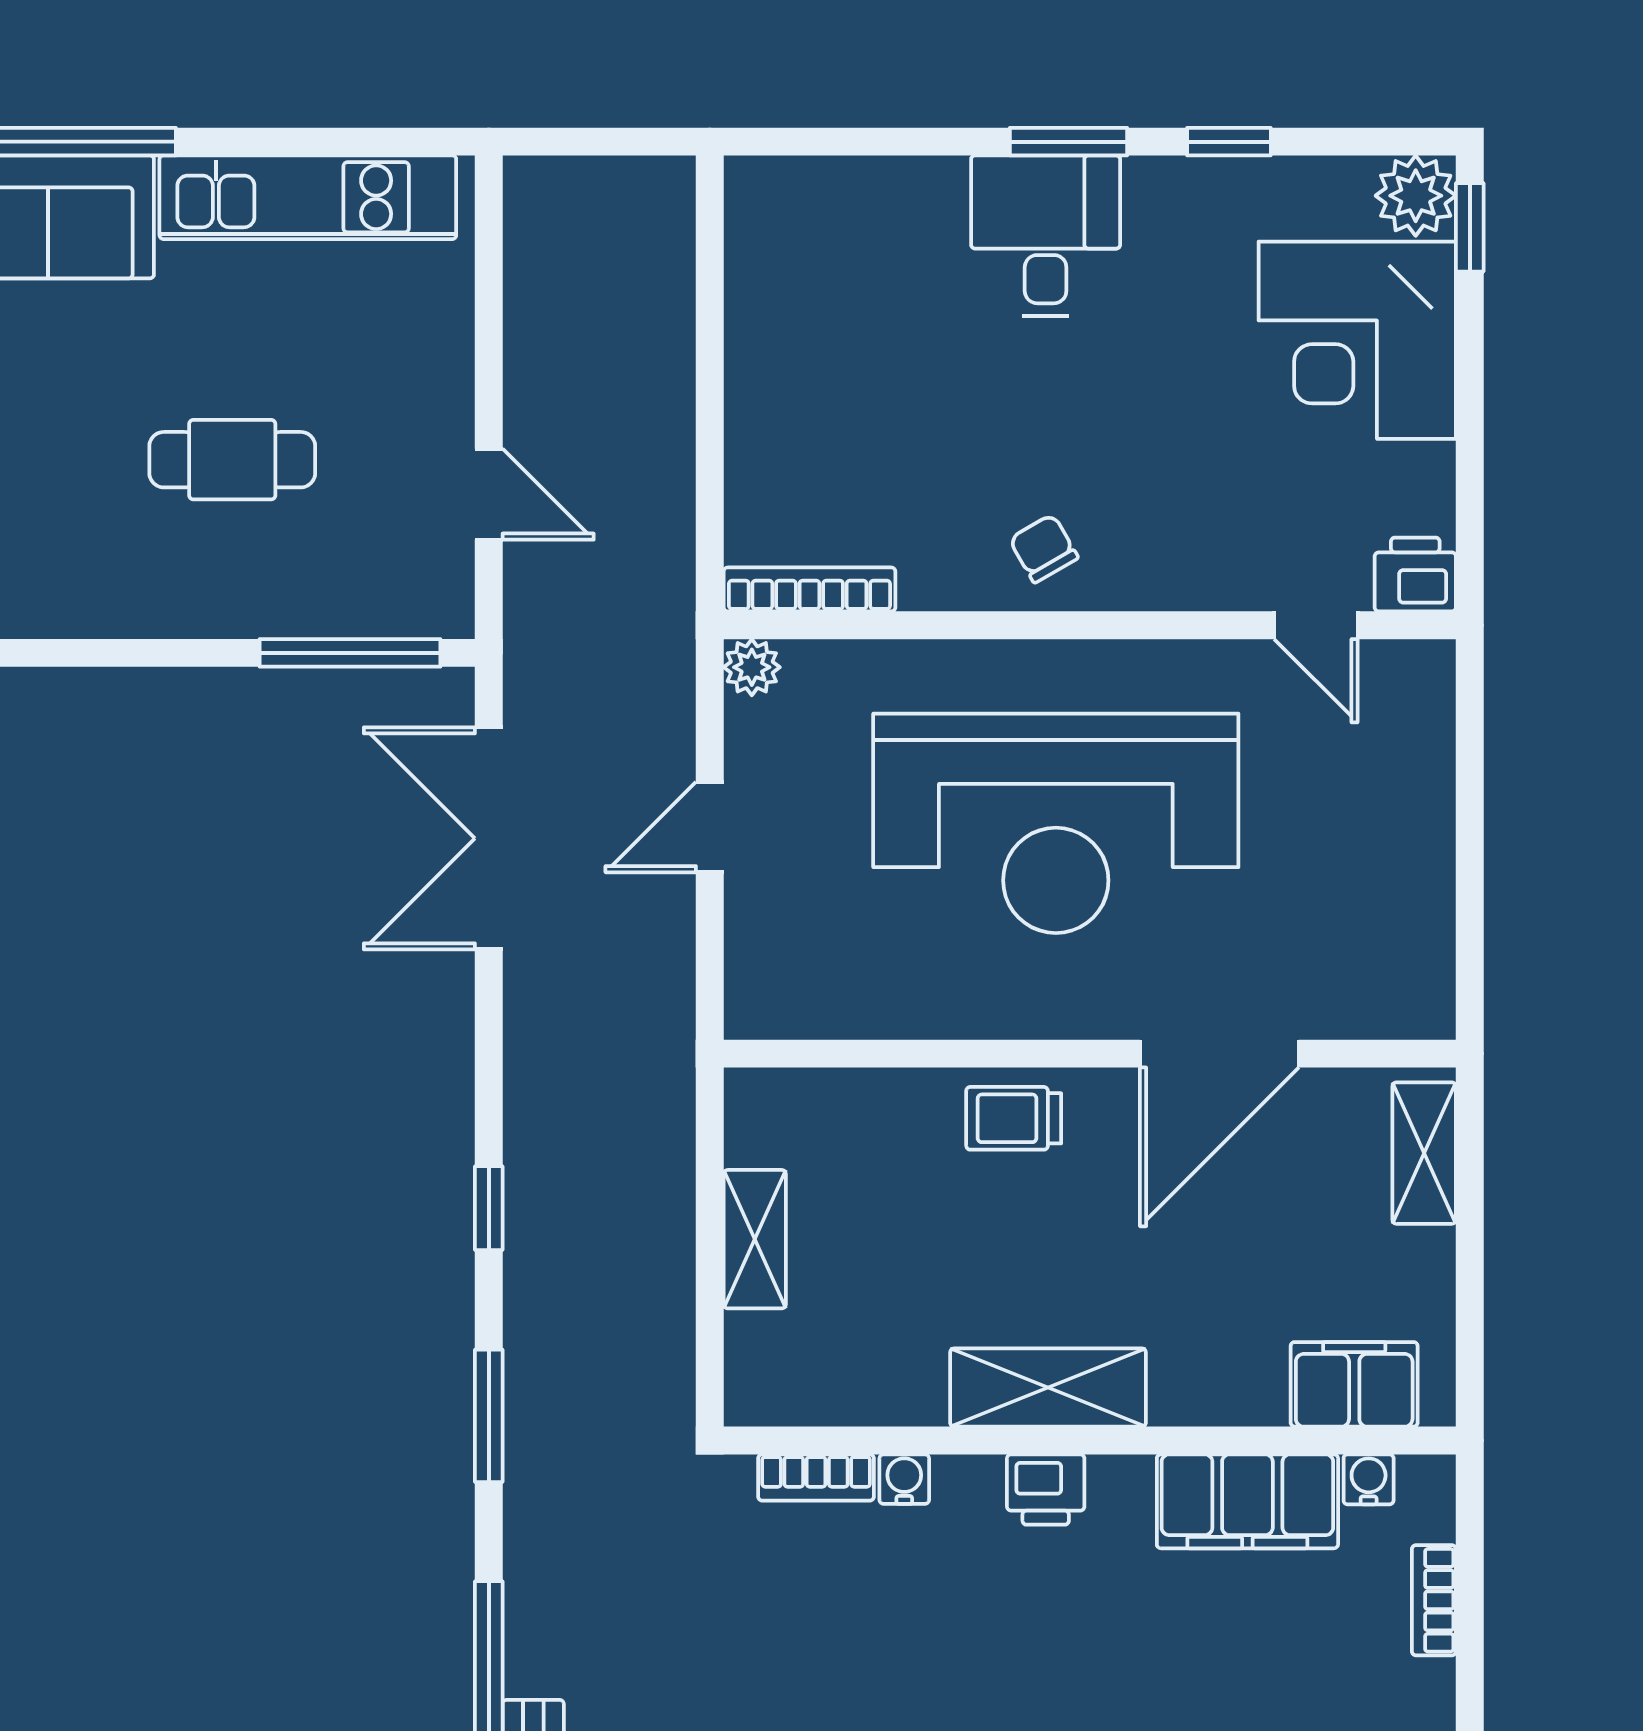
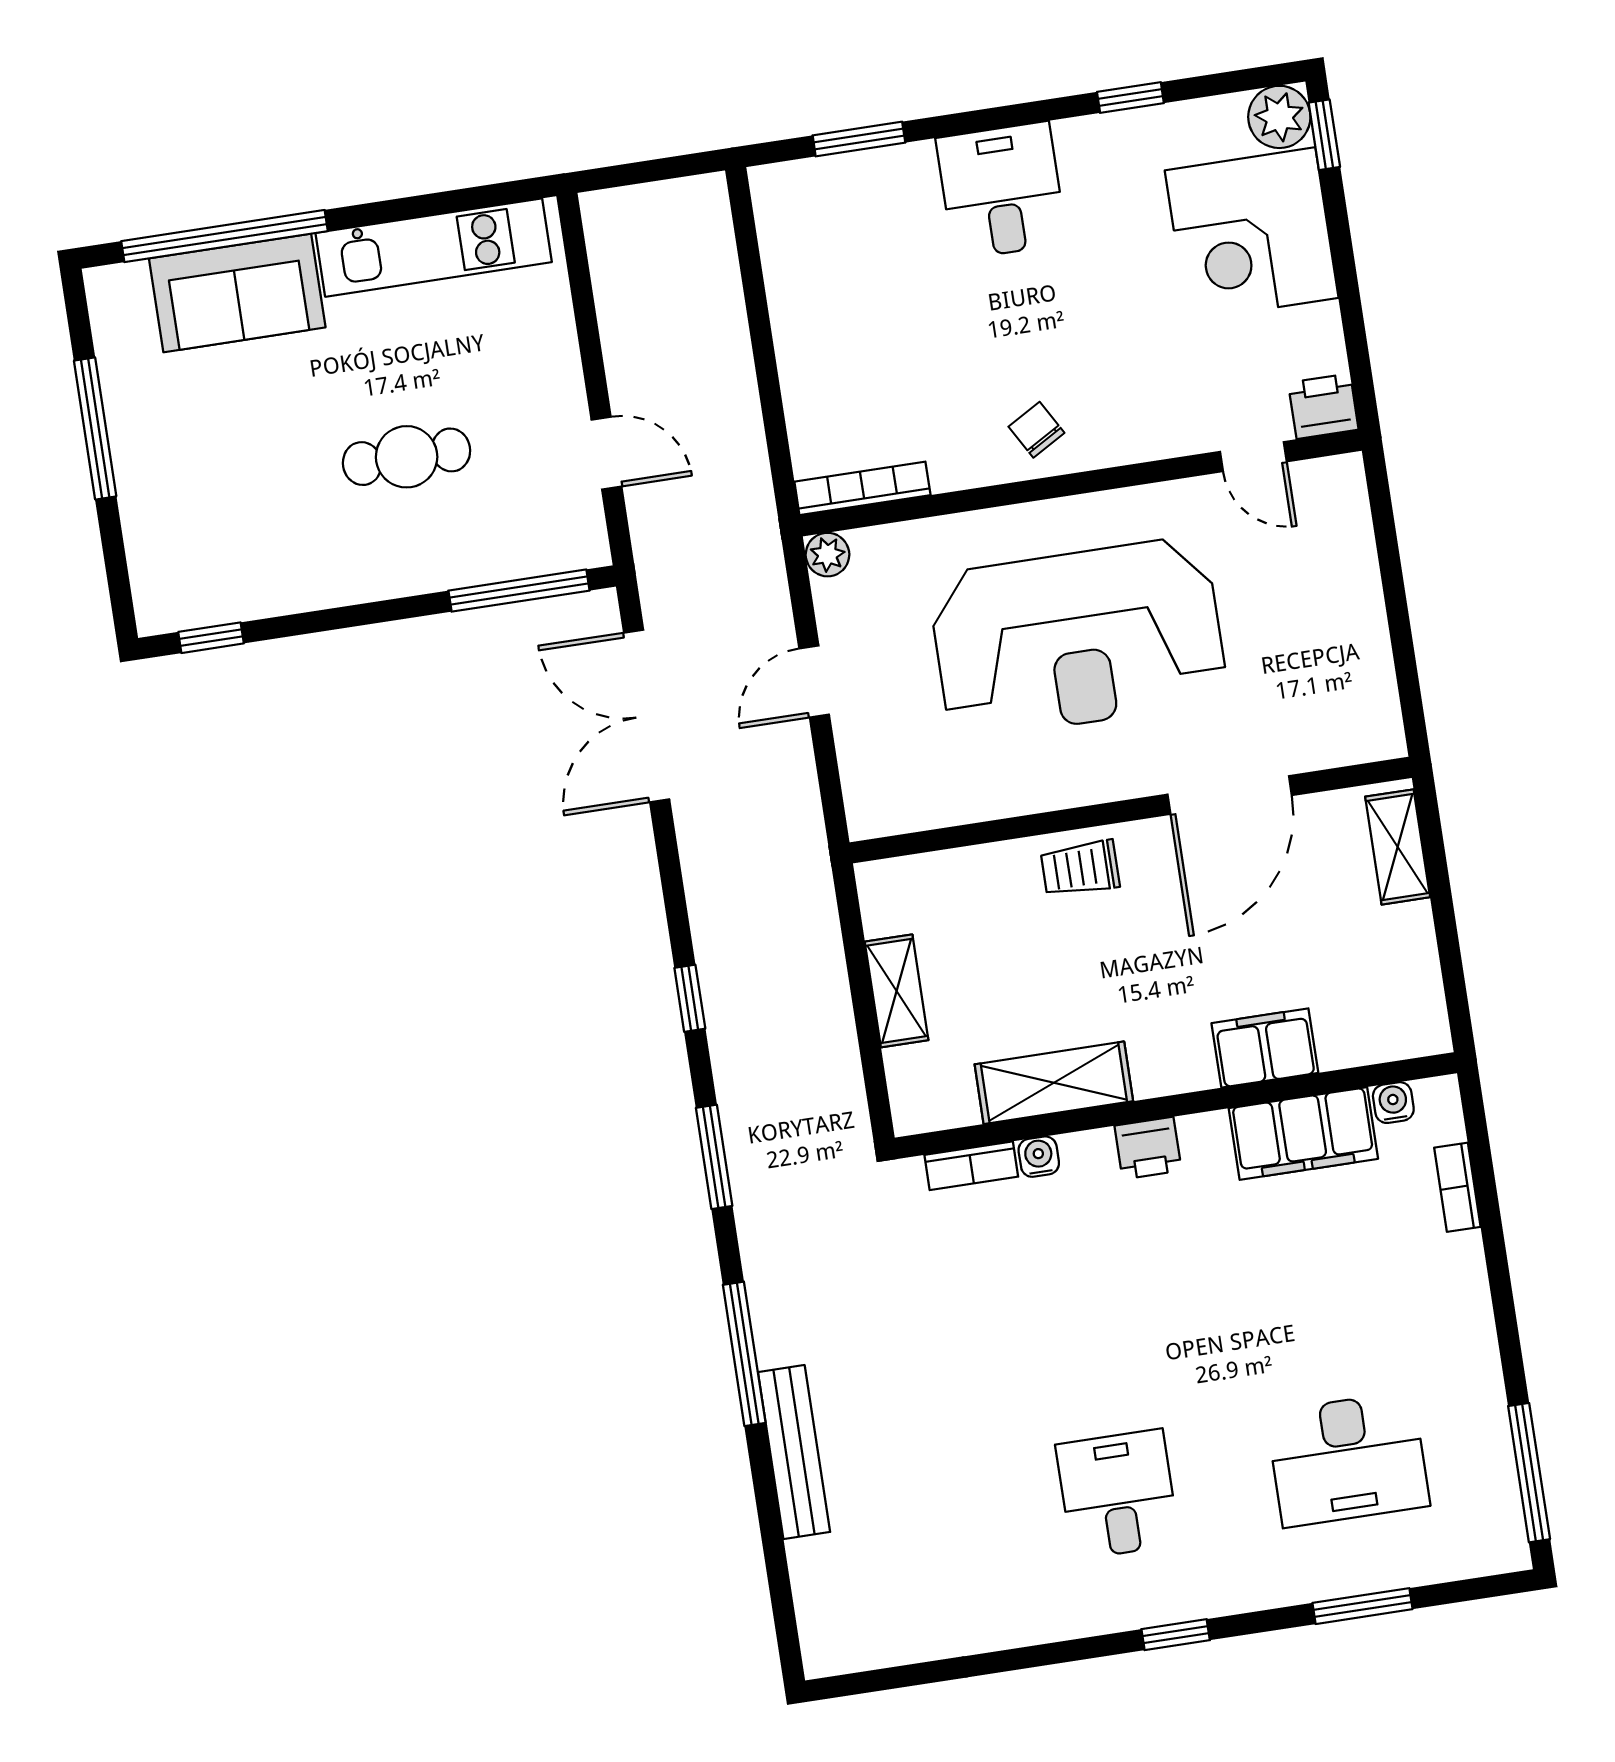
window: (1068, 142) -> (859, 139), moved
filing cabinet: (1354, 1384) -> (1265, 1048), moved
shelving: (1048, 1388) -> (1054, 1083), moved

